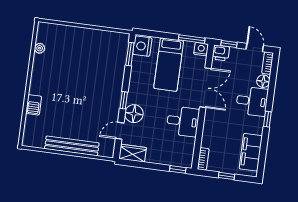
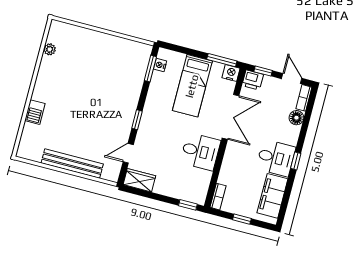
nightstand: (142, 46) -> (160, 65), width x0.53, depth x0.56
desk: (252, 101) -> (276, 158), moved
floor lamp: (134, 114) -> (147, 136), removed

